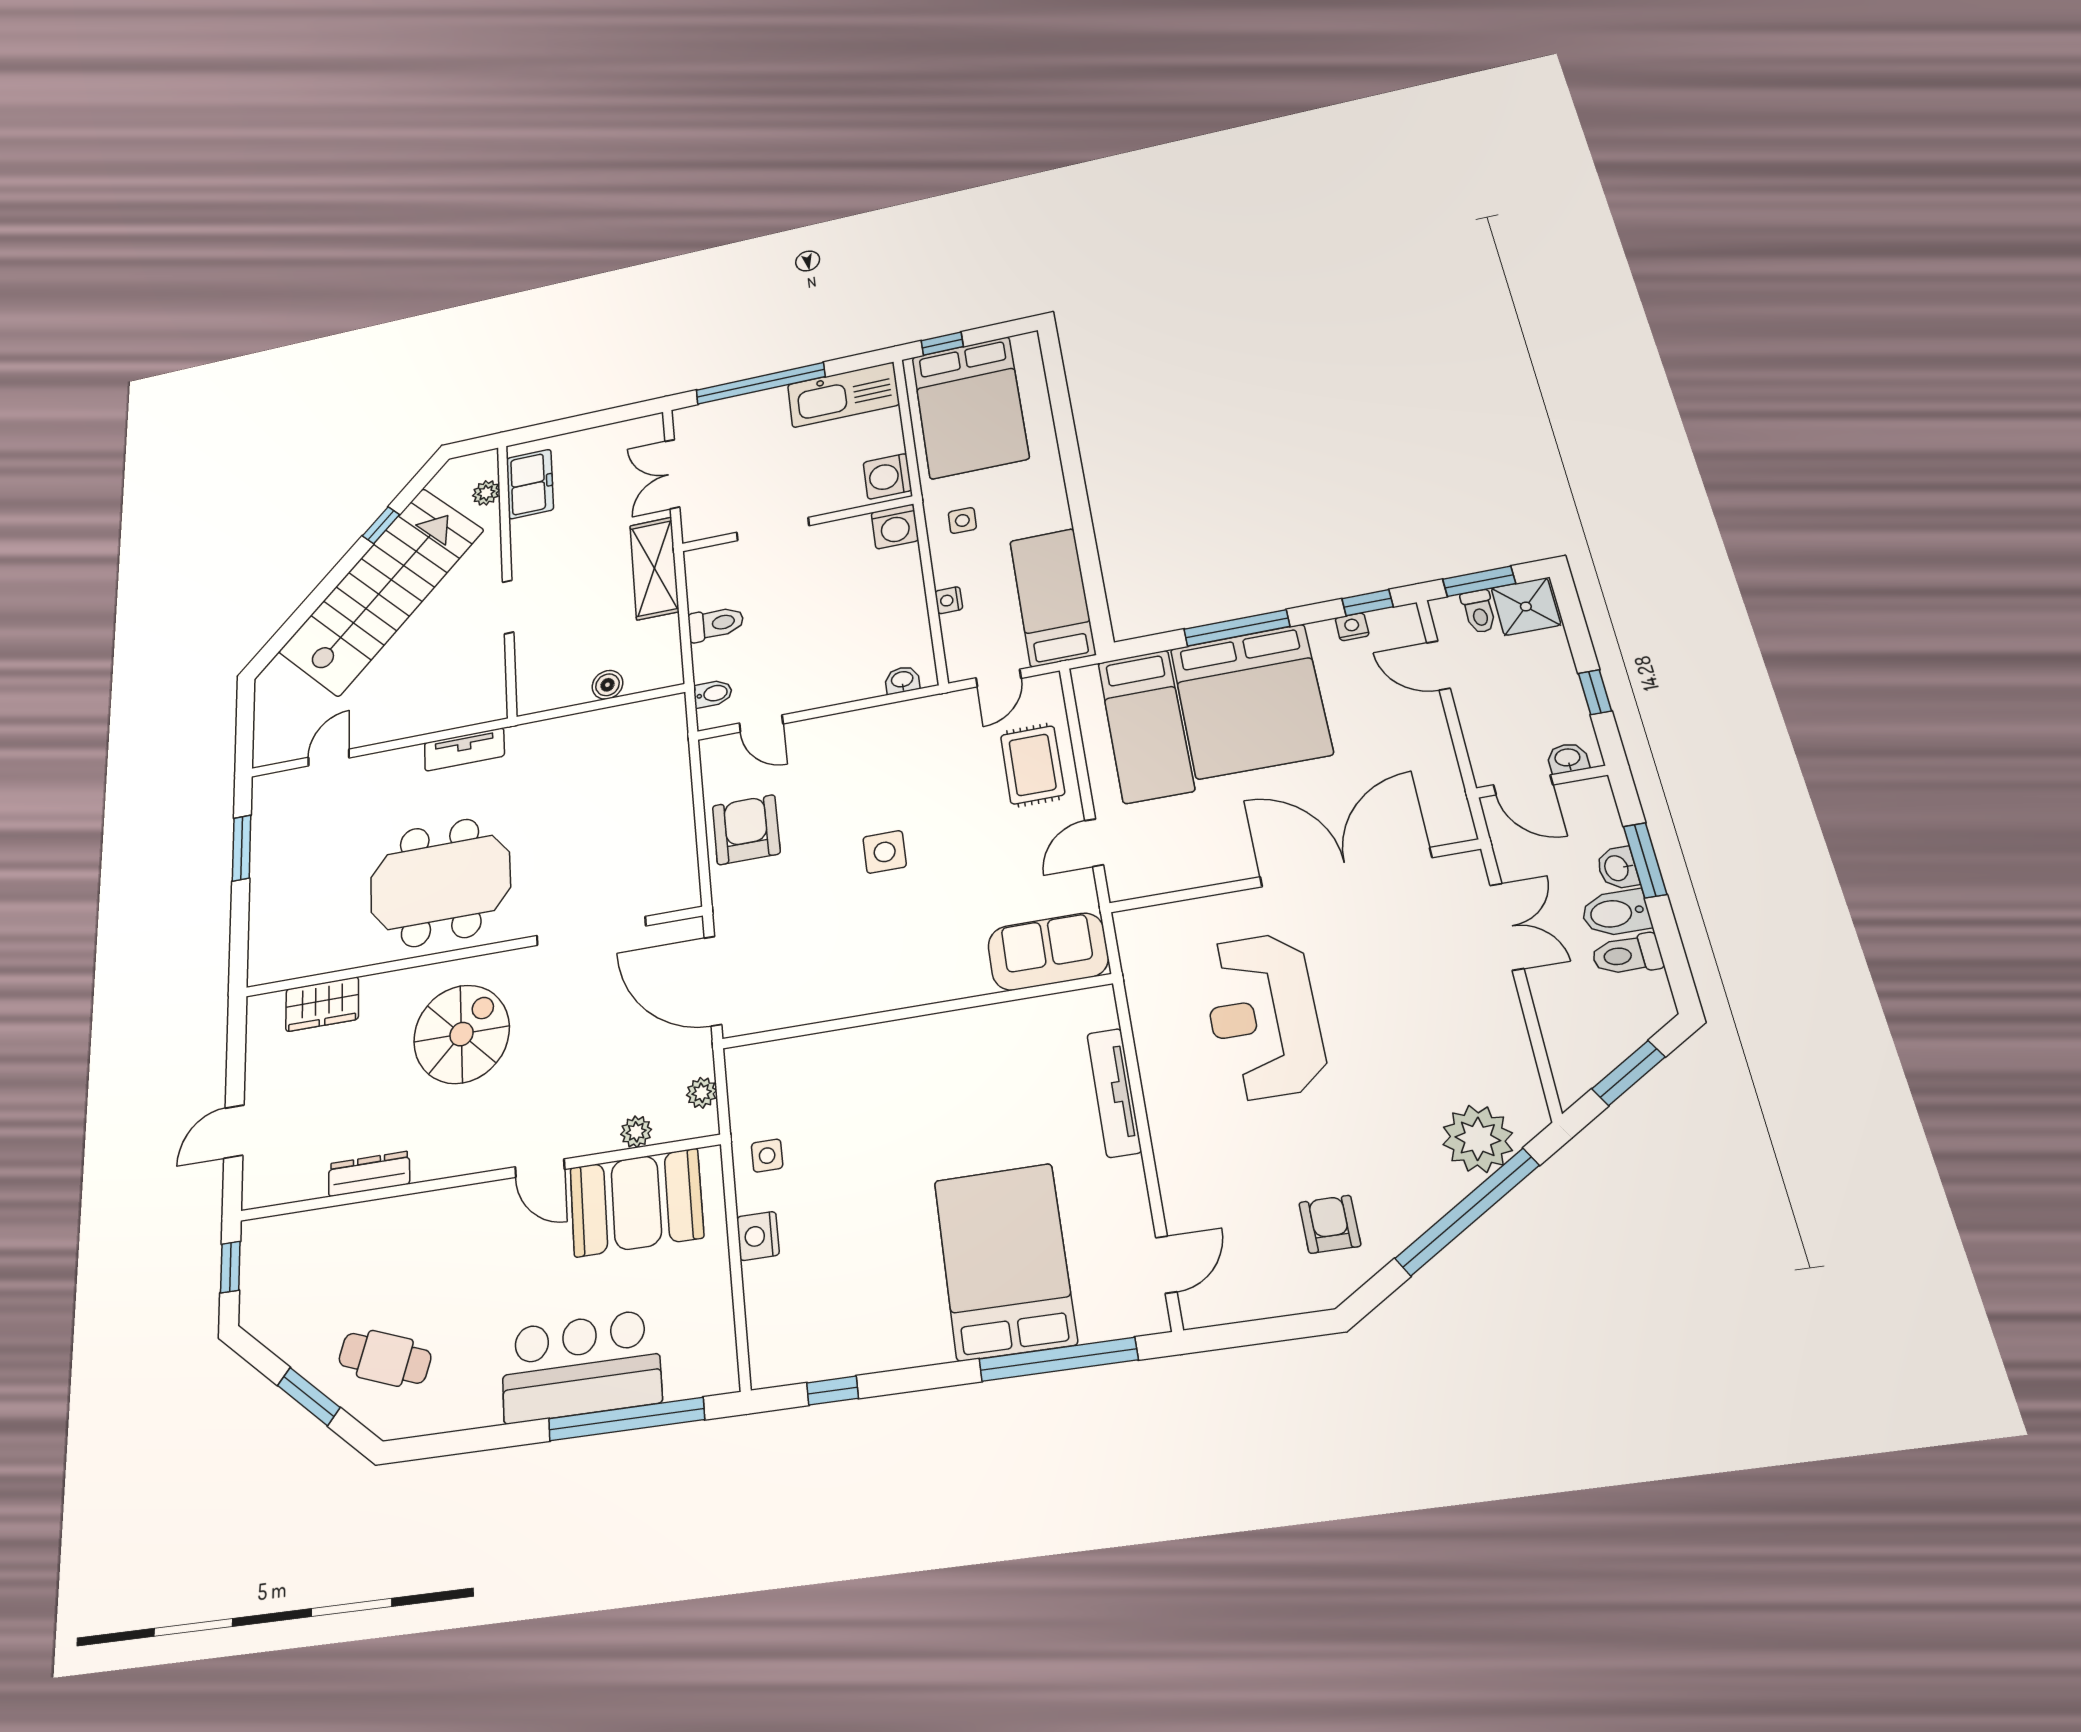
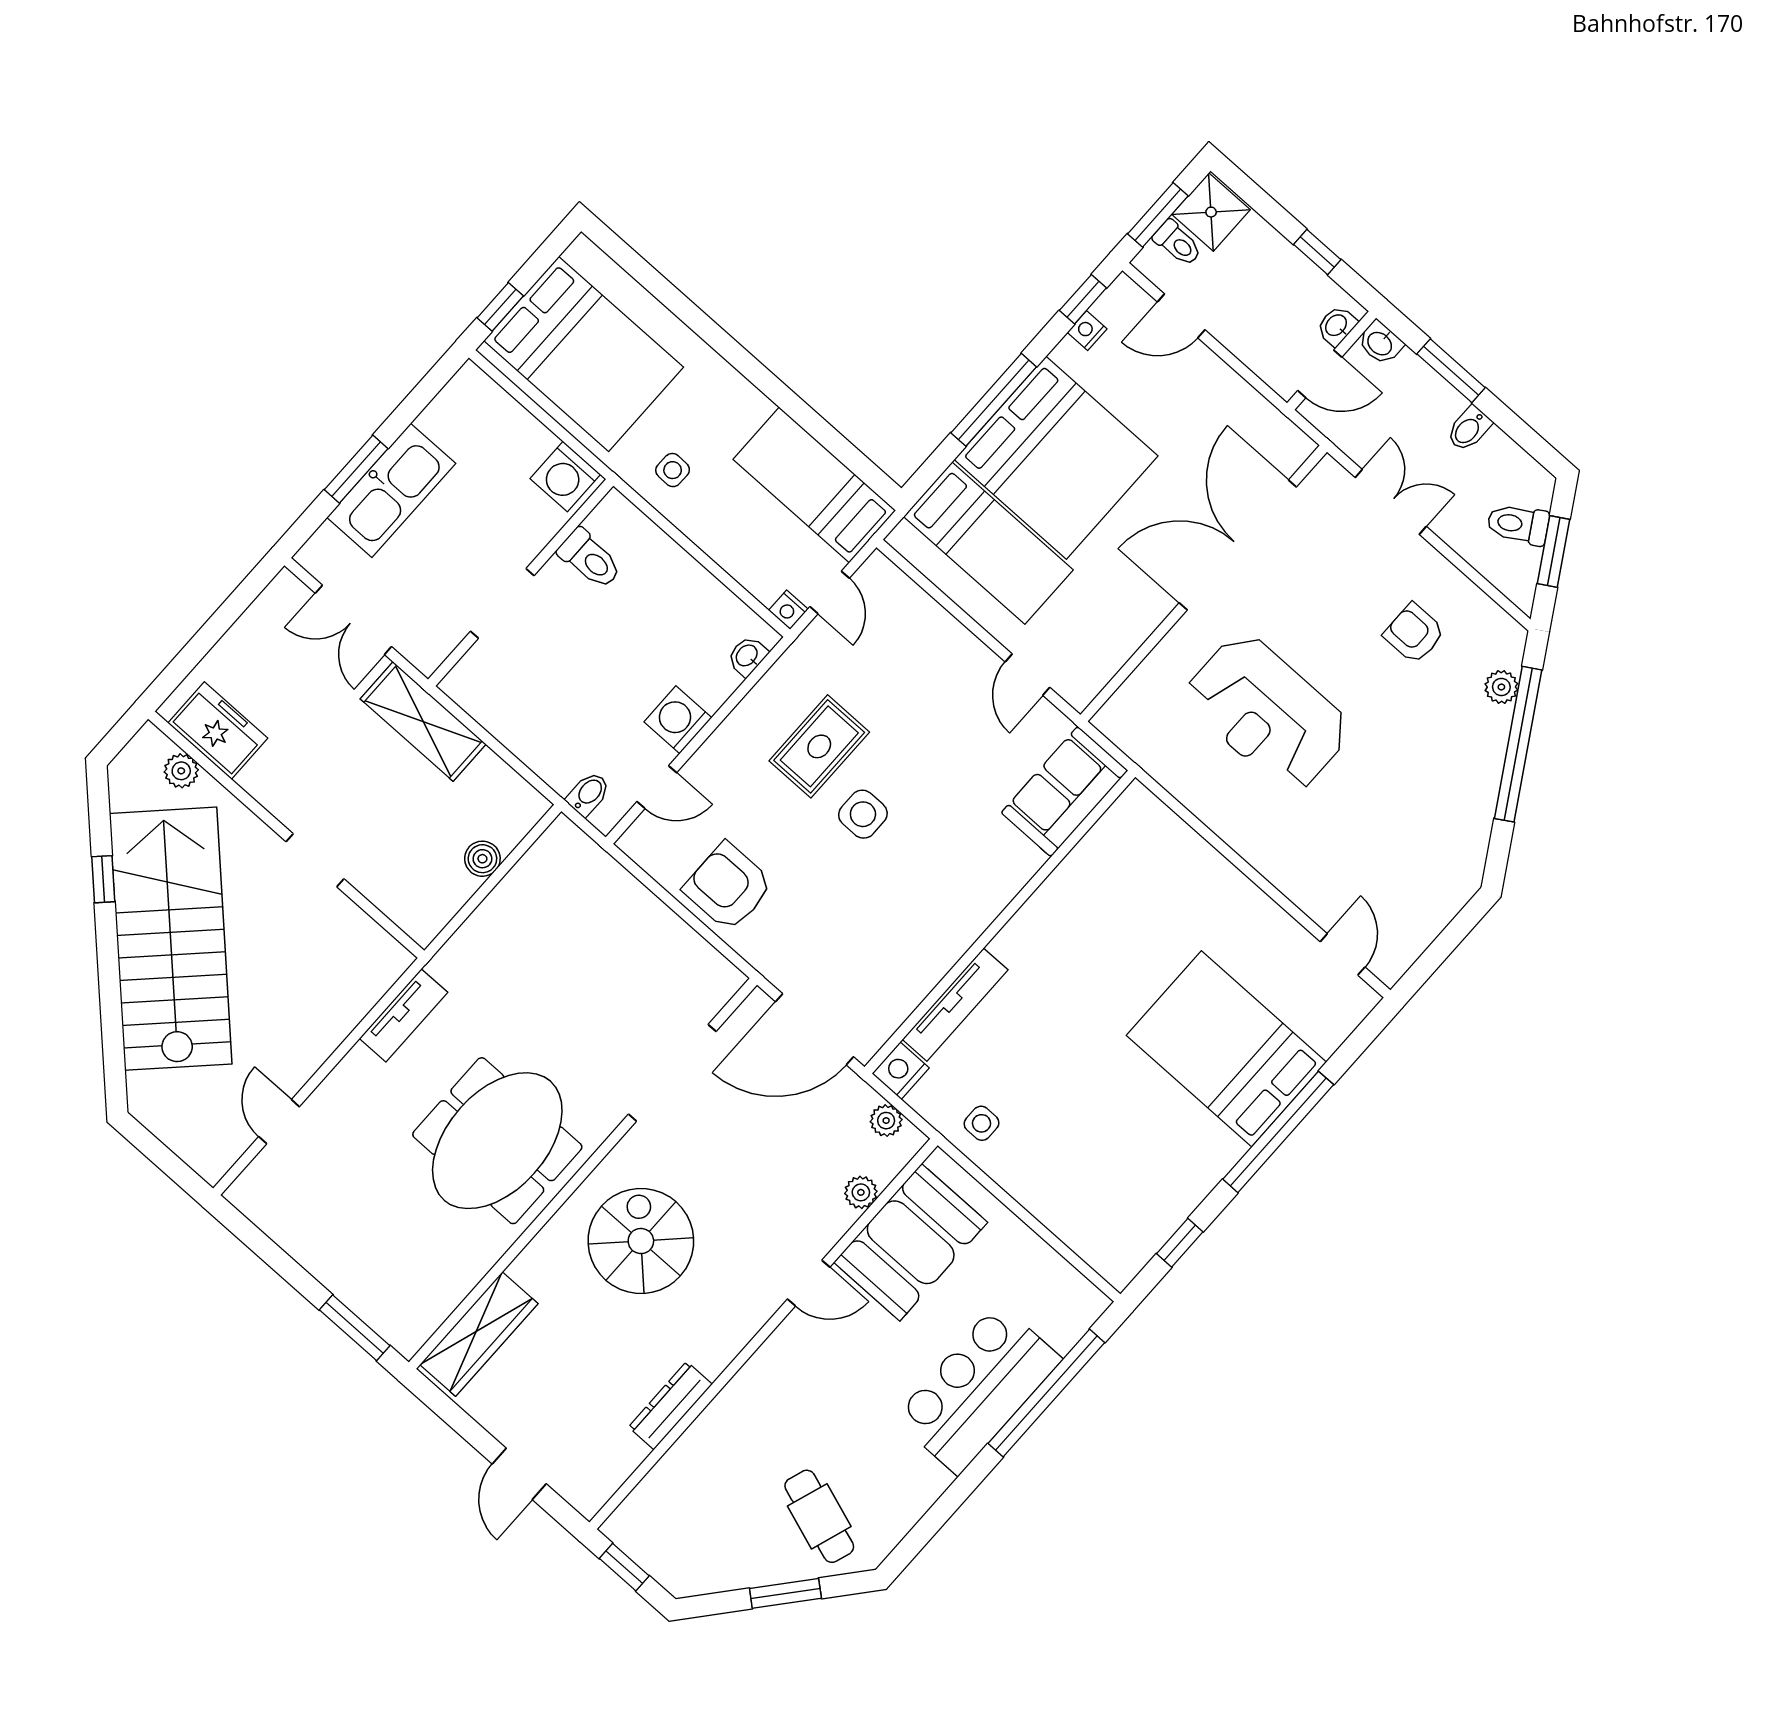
window: (761, 383) -> (356, 469), width x0.47
kitchen sink: (843, 395) -> (391, 490), moved
washing machine: (895, 526) -> (678, 720), moved, turned 180
nightstand: (949, 600) -> (788, 610), moved
toilet: (716, 624) -> (590, 559), moved, turned 90
rug: (1033, 765) -> (819, 746), moved, turned 90
window: (242, 848) -> (355, 1328), moved
washbasin: (1617, 868) -> (1380, 343), moved
bidet: (1616, 913) -> (1469, 429), width x0.72, depth x0.74
toilet: (1627, 955) -> (1518, 524), moved, turned 59
wardrobe: (322, 1004) -> (479, 1334), width x1.50
tv unit: (1114, 1092) -> (955, 1005), moved, turned -90
plant: (1478, 1139) -> (1501, 687), width x0.53, depth x0.53
armchair: (1330, 1224) -> (1414, 633), moved
nightstand: (758, 1236) -> (901, 1071), moved, turned 90
cafe table: (385, 1358) -> (819, 1516), turned 90
window: (1058, 1359) -> (1278, 1132), moved

